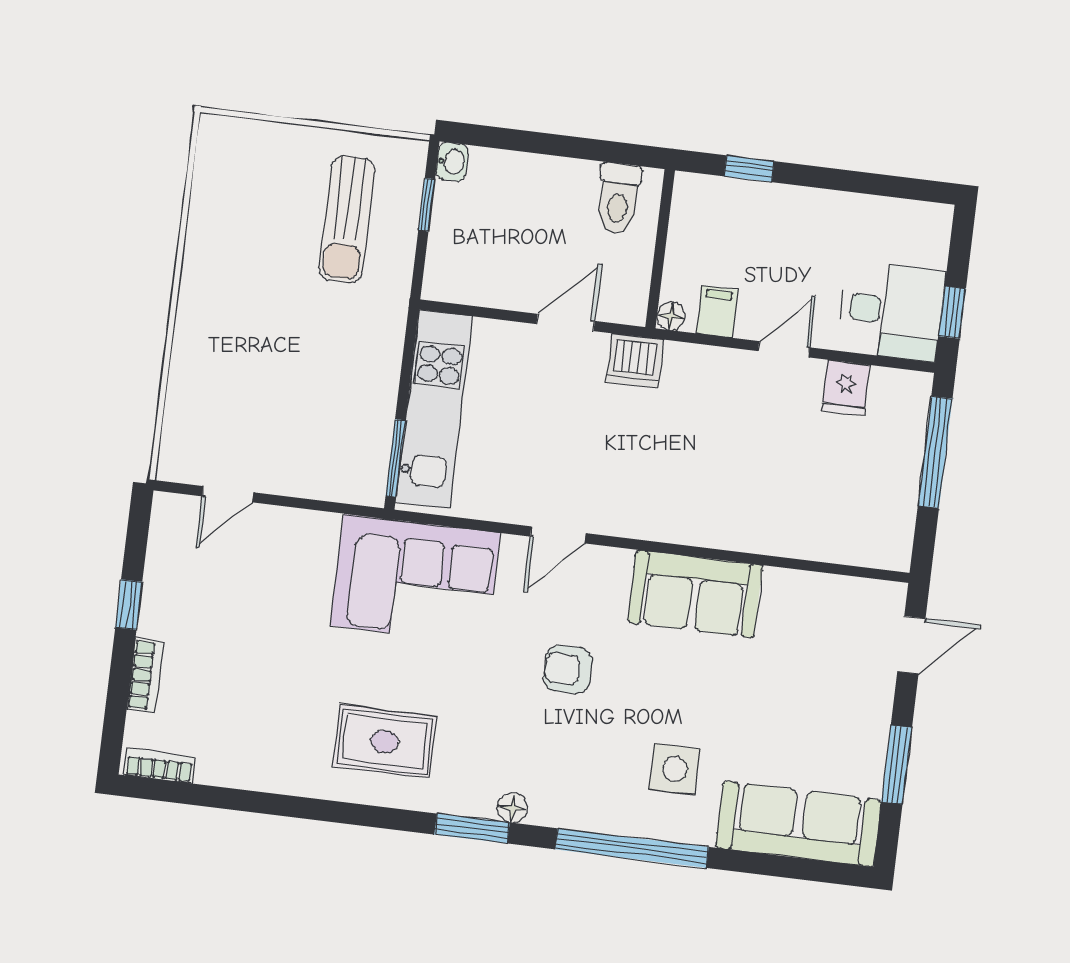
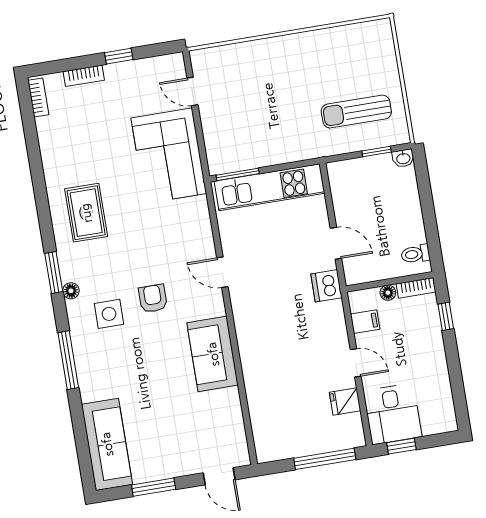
toilet: (618, 198) -> (415, 254), width x0.73, depth x0.72
bookcase: (684, 206) -> (416, 288), added
floor lamp: (671, 316) -> (388, 293), moved
corner sofa: (415, 579) -> (169, 156), moved
side table: (675, 769) -> (109, 314), moved
window: (632, 848) -> (68, 360), width x0.68

